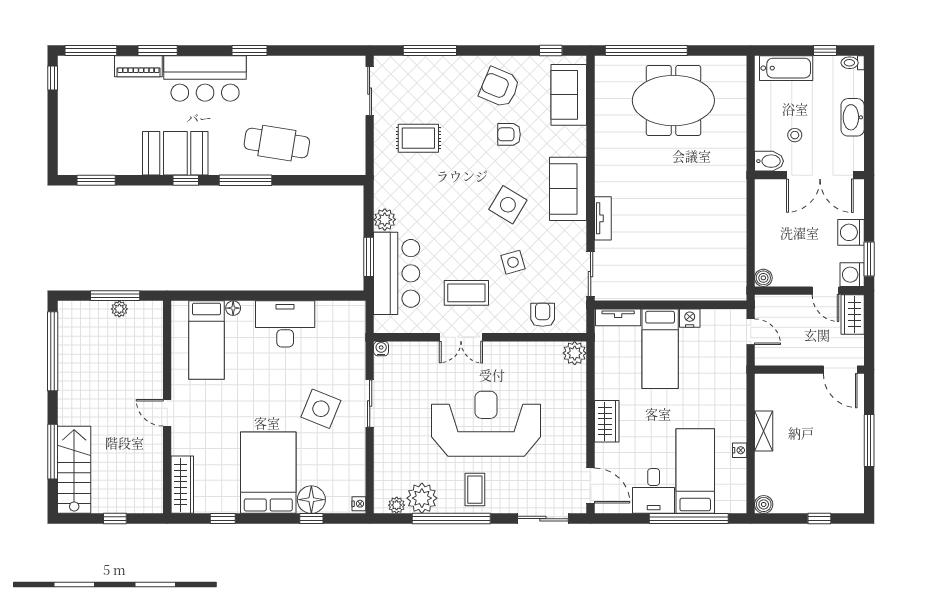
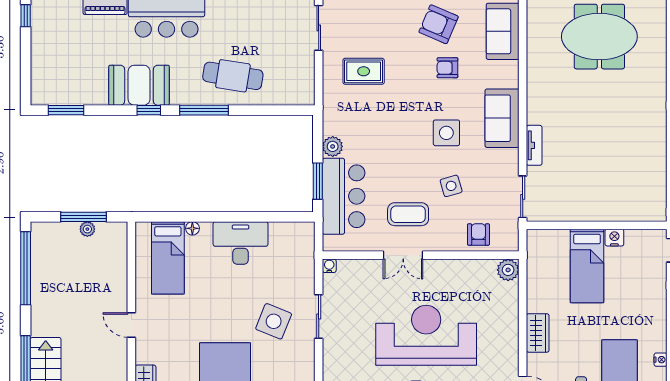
side table: (508, 205) -> (446, 133), turned -31
tv unit: (618, 317) -> (548, 237), removed

